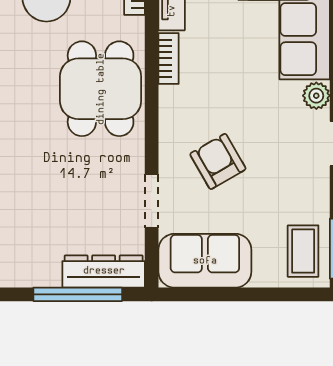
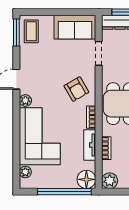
armchair: (218, 161) -> (76, 89), moved

